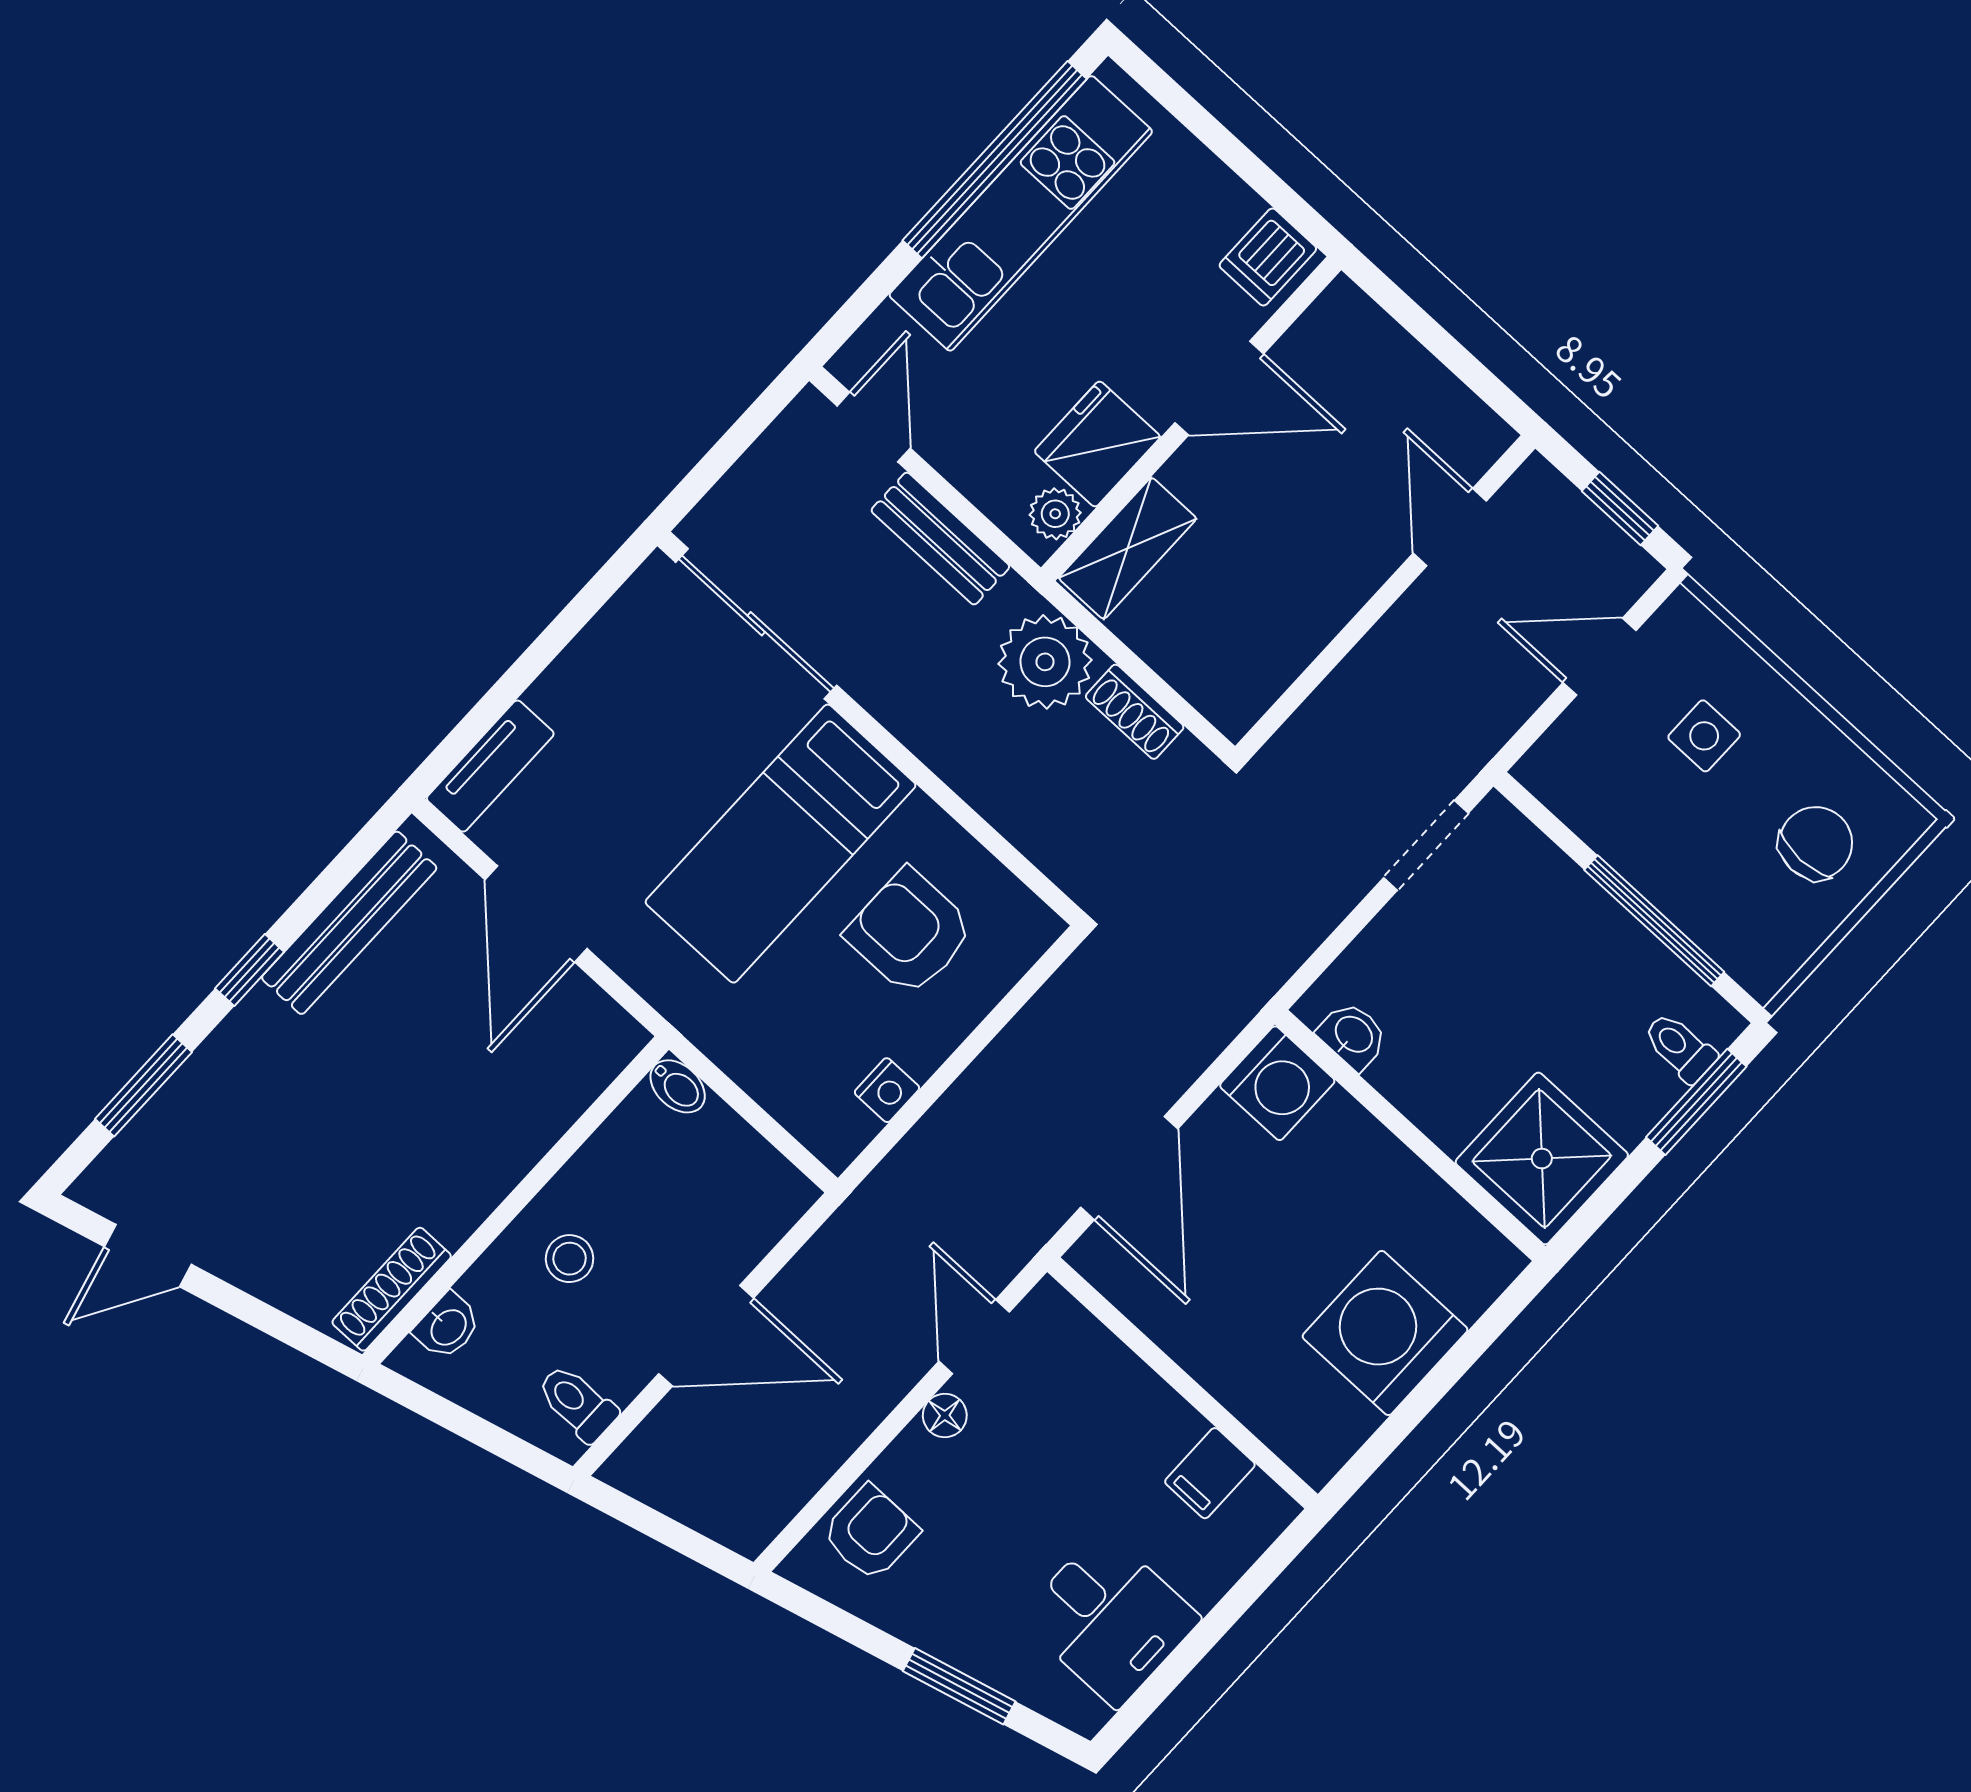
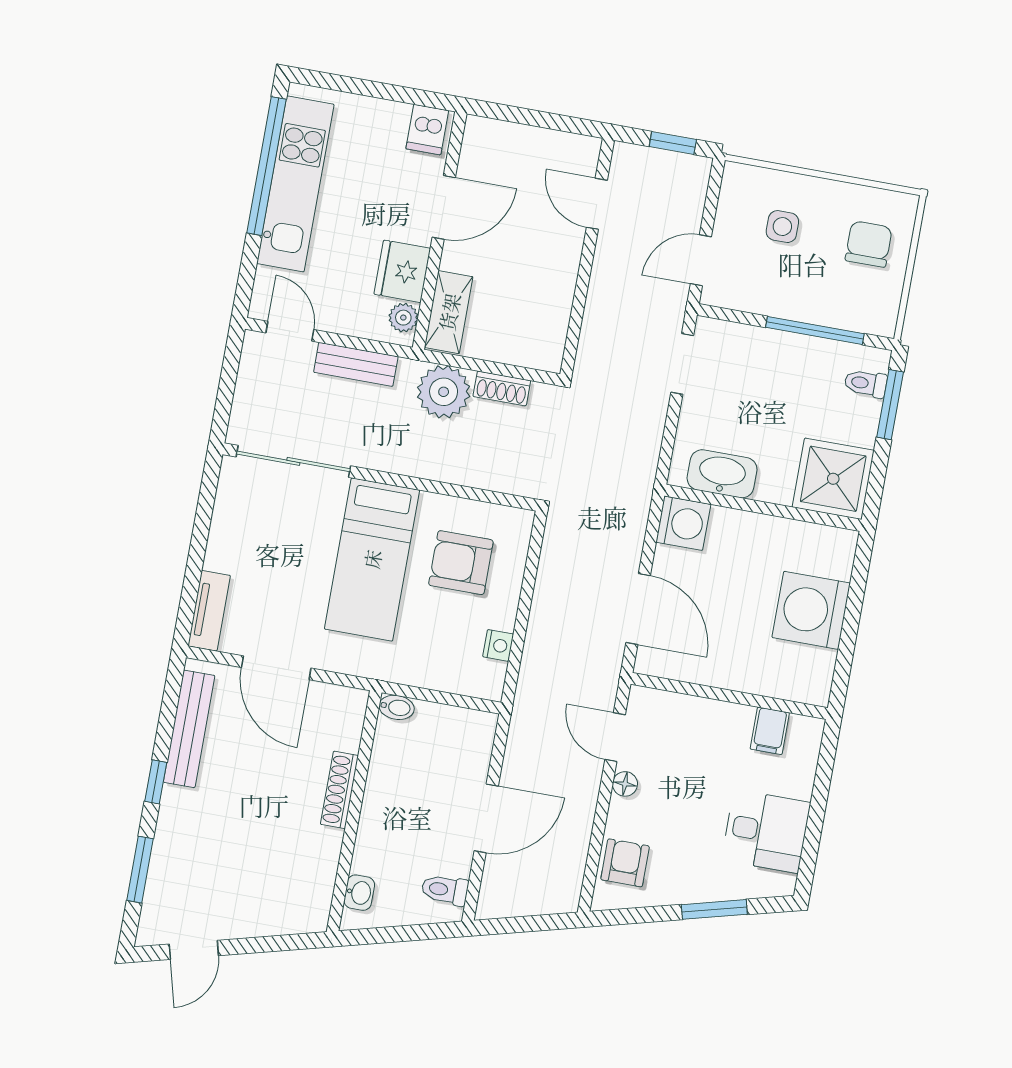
door: (1600, 657) -> (701, 260), moved
washbasin: (1353, 1035) -> (722, 474), width x1.91, depth x1.45
stool: (570, 1259) -> (397, 823), removed
shoe rack: (392, 1289) -> (339, 790), moved

